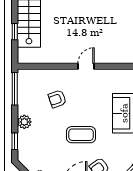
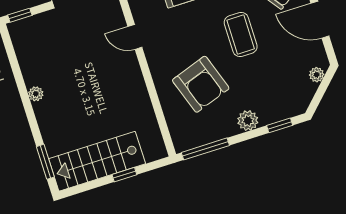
door: (86, 66) -> (135, 37), moved
armchair: (57, 99) -> (201, 84), width x1.88, depth x1.88

